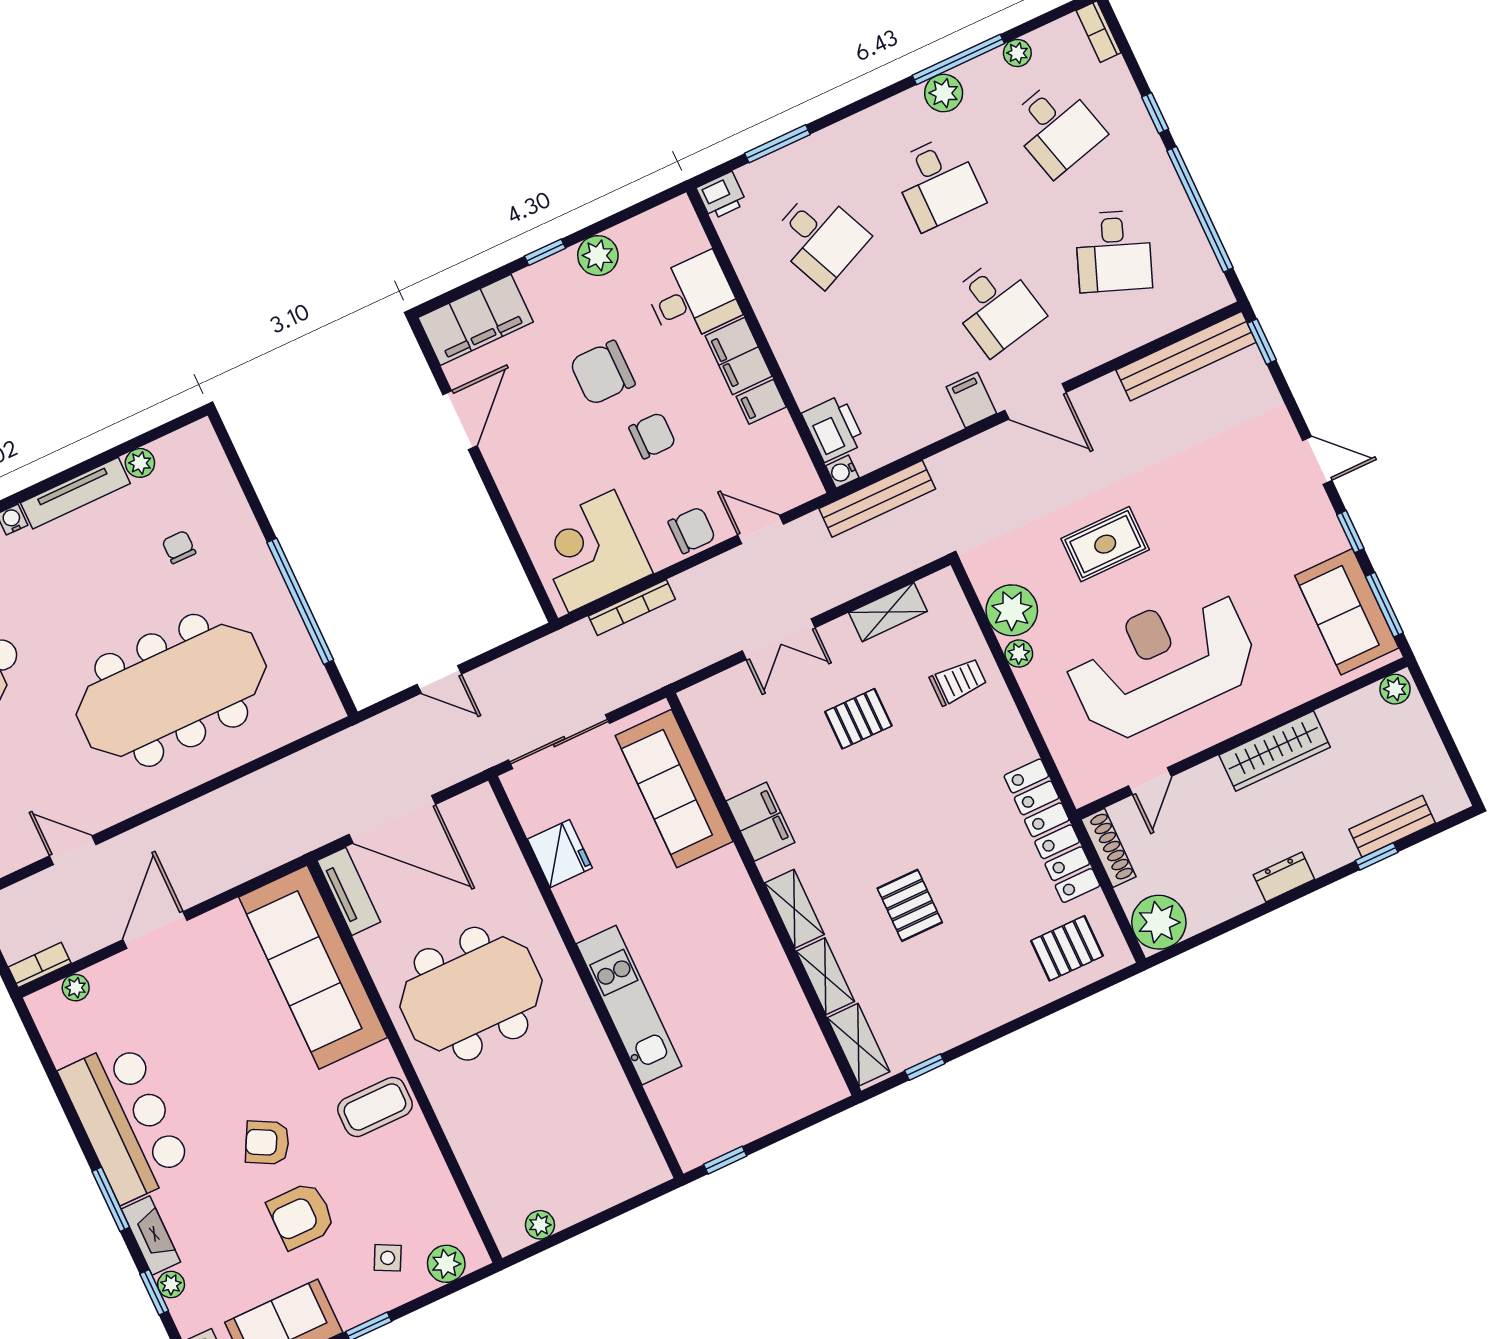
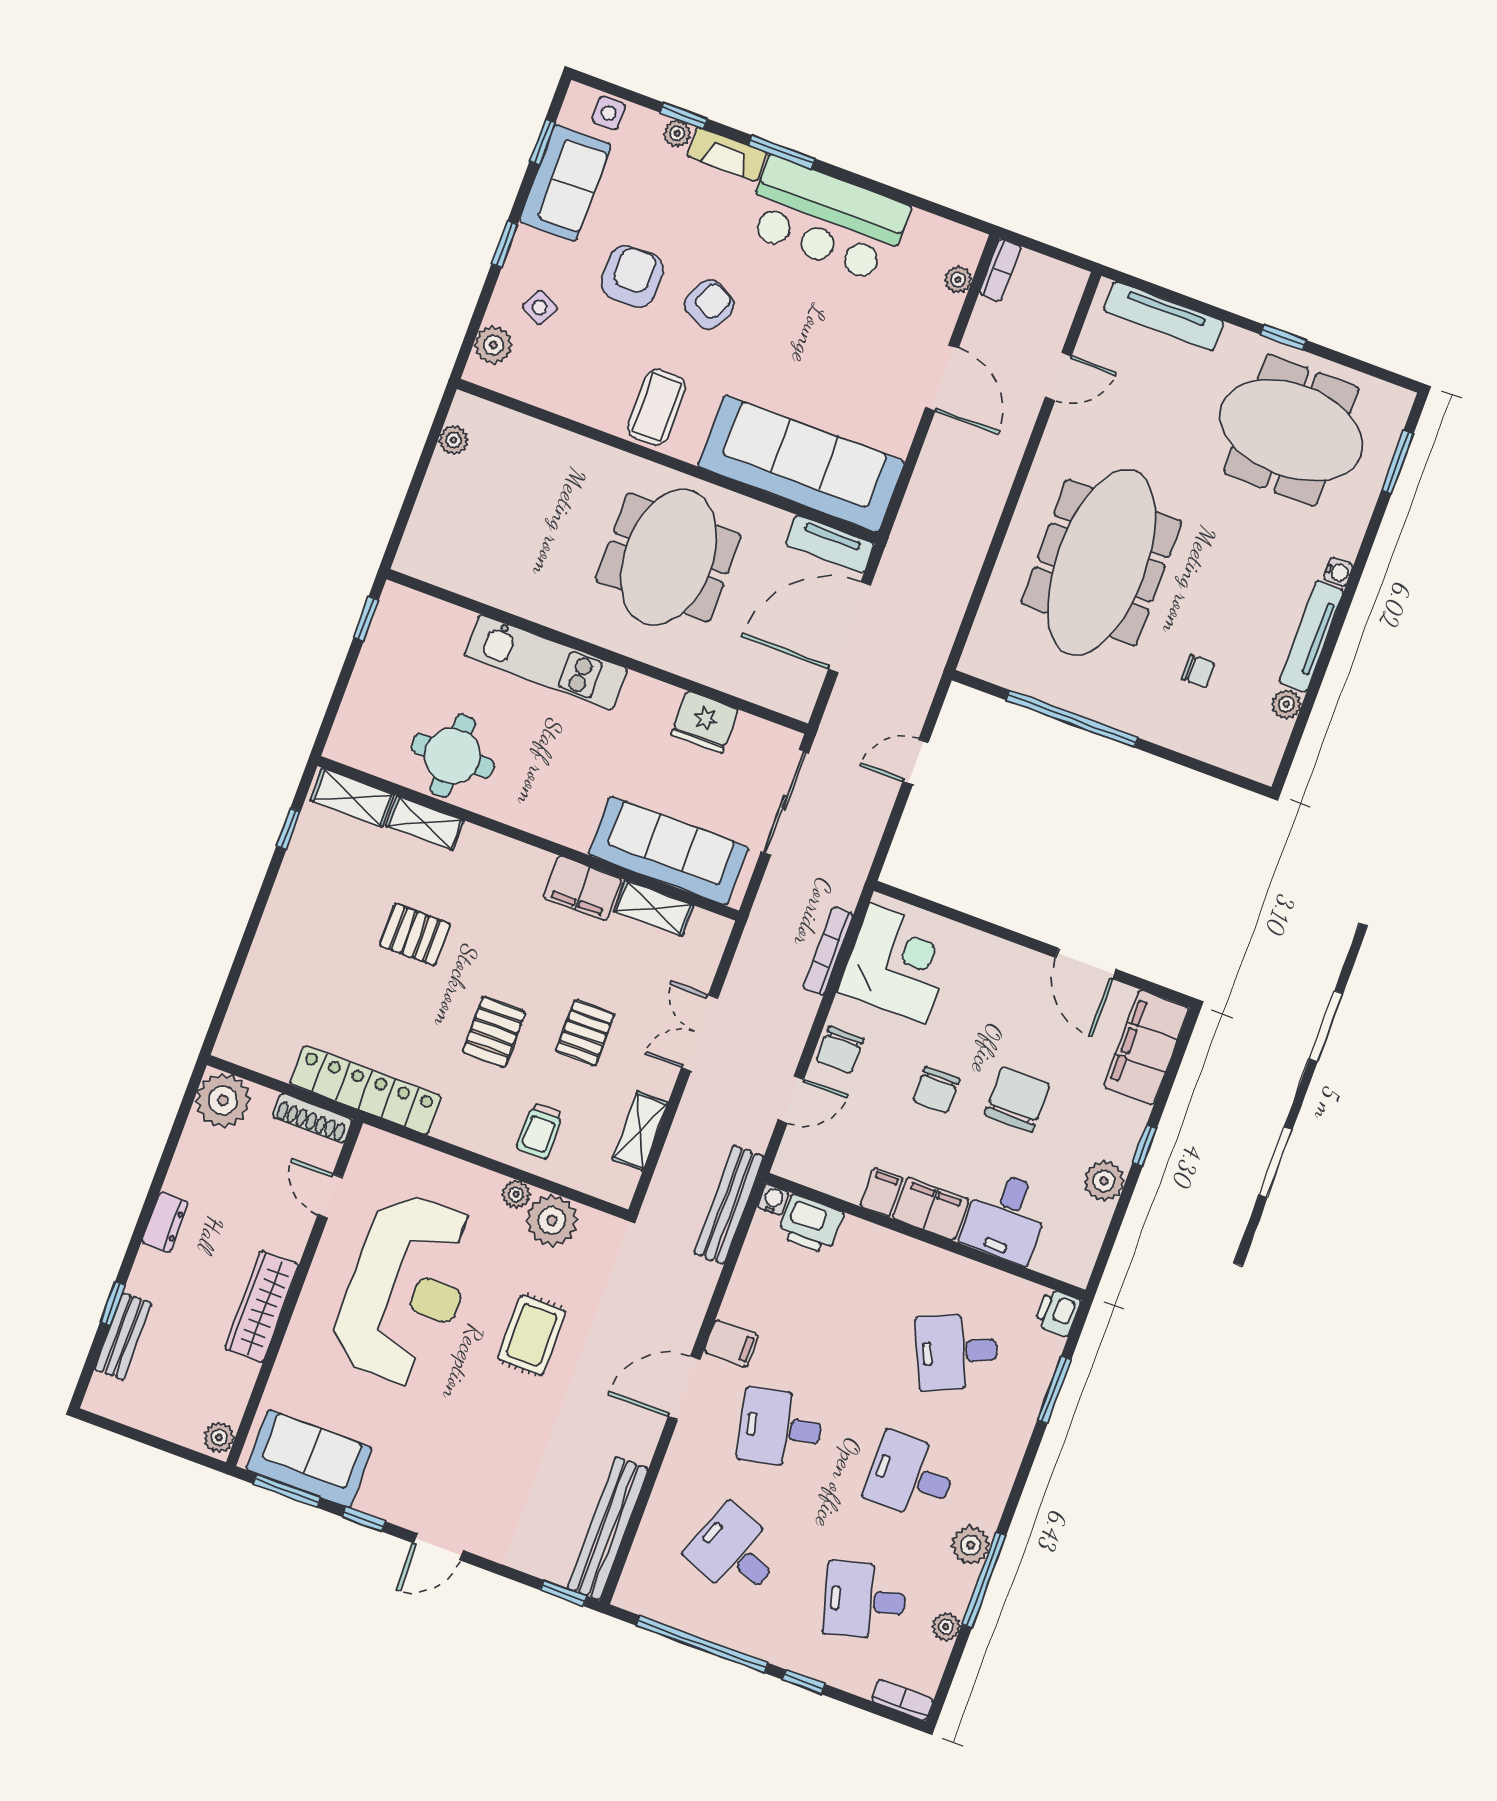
shelving: (794, 909) -> (654, 908), moved
pallet: (1067, 948) -> (494, 1032), moved
round table: (759, 1004) -> (453, 756), added

